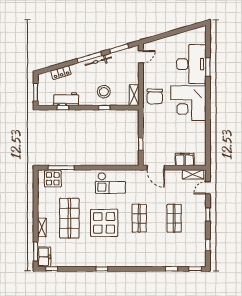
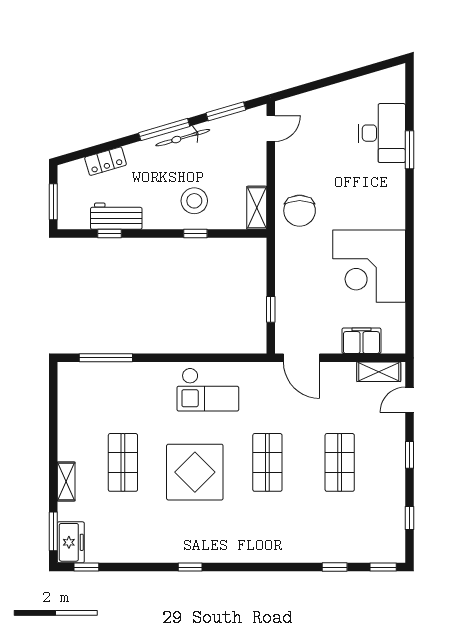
desk: (191, 64) -> (382, 133), width x0.73, depth x0.77
corner desk: (188, 103) -> (369, 266), moved
display table: (53, 179) -> (89, 381), removed
shop shelf: (69, 218) -> (123, 462), width x0.70, depth x0.74

